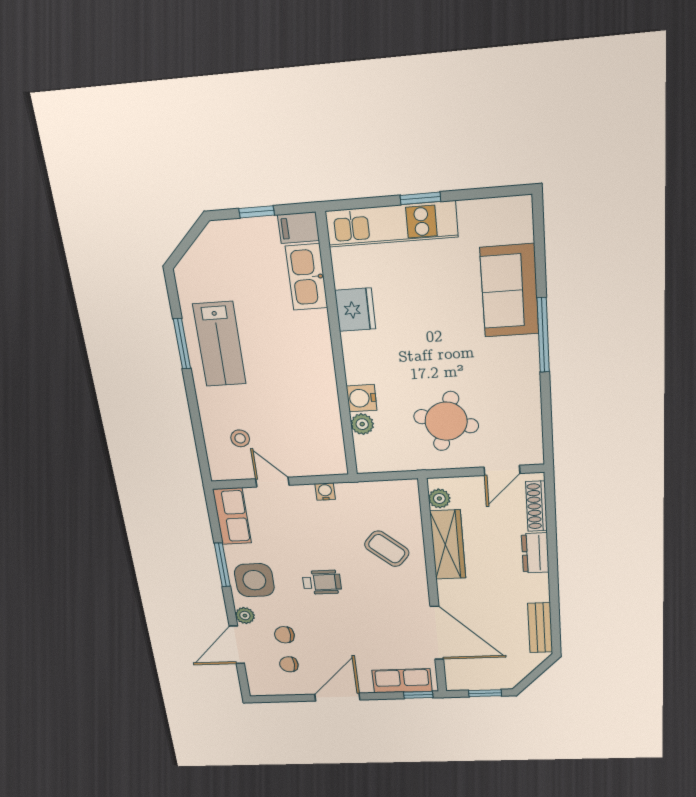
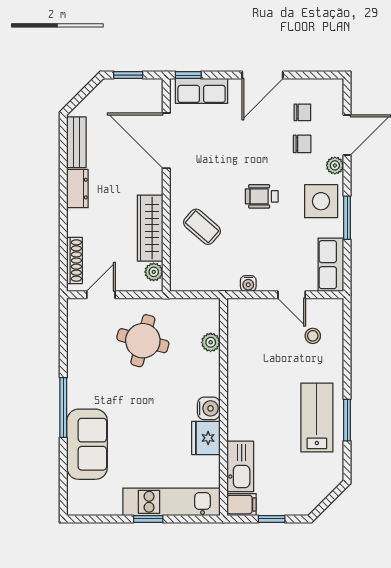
water cooler: (362, 398) -> (209, 408), moved
dresser: (535, 553) -> (77, 189), moved

